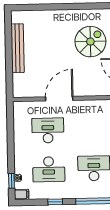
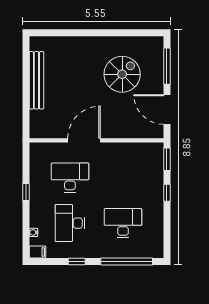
desk: (49, 169) -> (70, 223), turned 90
window: (11, 181) -> (26, 192), moved

